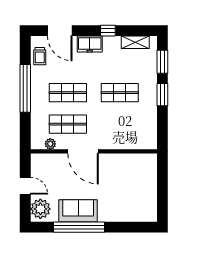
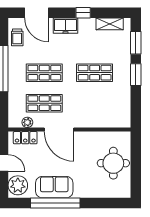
locker: (48, 160) -> (25, 138), added
round table: (139, 186) -> (113, 163), added

